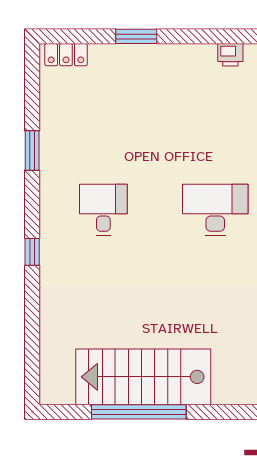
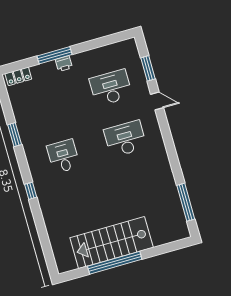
window: (136, 36) -> (54, 55), width x1.44
printer: (230, 55) -> (64, 64), moved
desk: (215, 117) -> (111, 88), added

